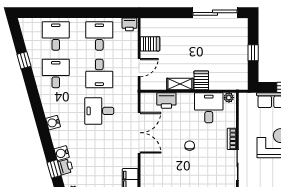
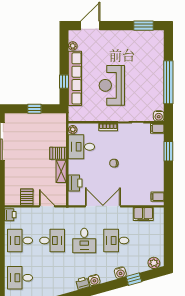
desk: (56, 73) -> (116, 240), moved
printer: (65, 167) -> (83, 283), moved

